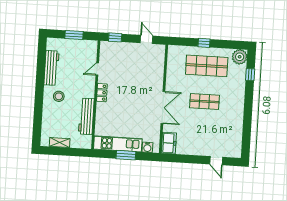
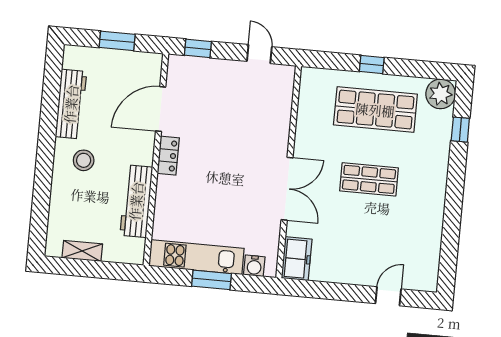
door: (97, 69) -> (161, 109), width x1.87
door: (216, 161) -> (388, 296), swing flipped

